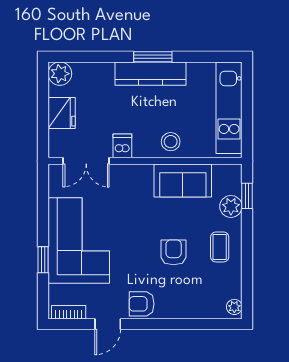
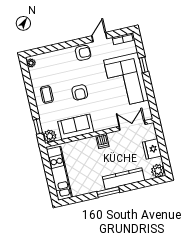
kitchen counter: (151, 74) -> (123, 179), moved
stool: (171, 142) -> (88, 147), removed
dishwasher: (122, 146) -> (103, 141), moved
plant: (231, 206) -> (50, 136), moved
armchair: (174, 252) -> (80, 92), moved

